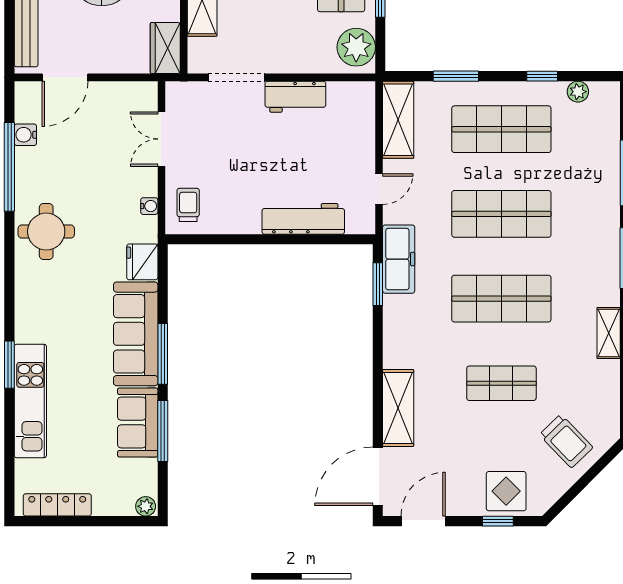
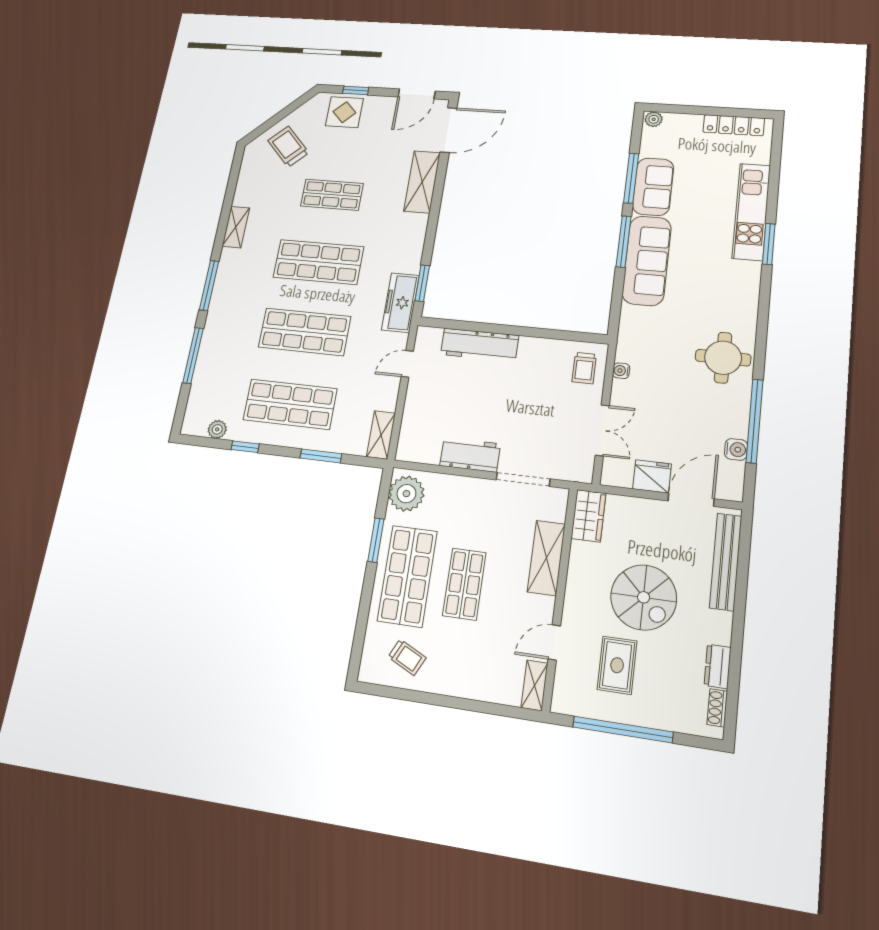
shelving: (398, 120) -> (381, 435), width x0.67, depth x0.75
fridge: (142, 262) -> (652, 476), moved, turned -90

